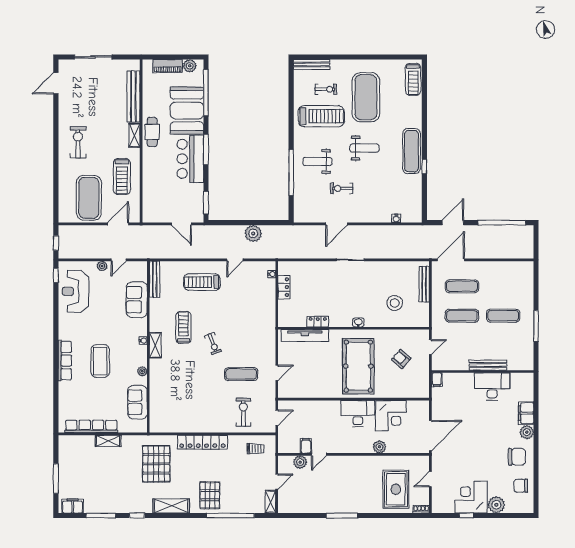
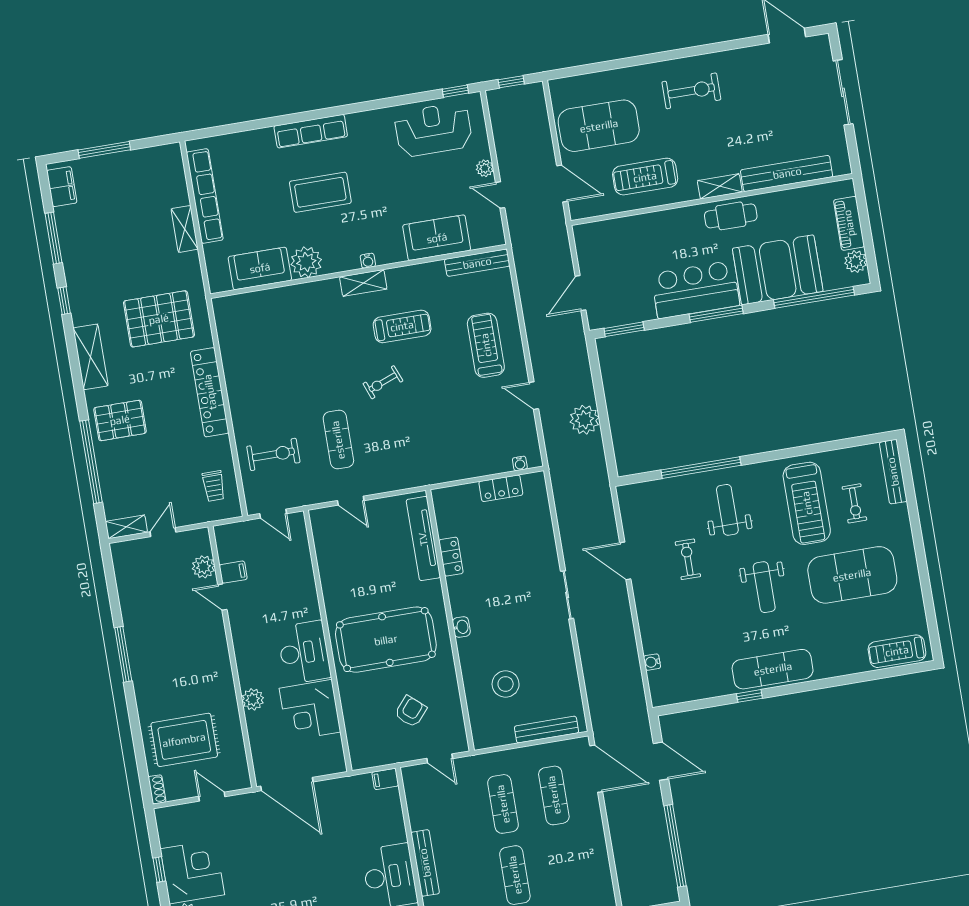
plant: (142, 371) -> (306, 262), width x1.88, depth x1.88
door: (277, 482) -> (163, 532), swing flipped

